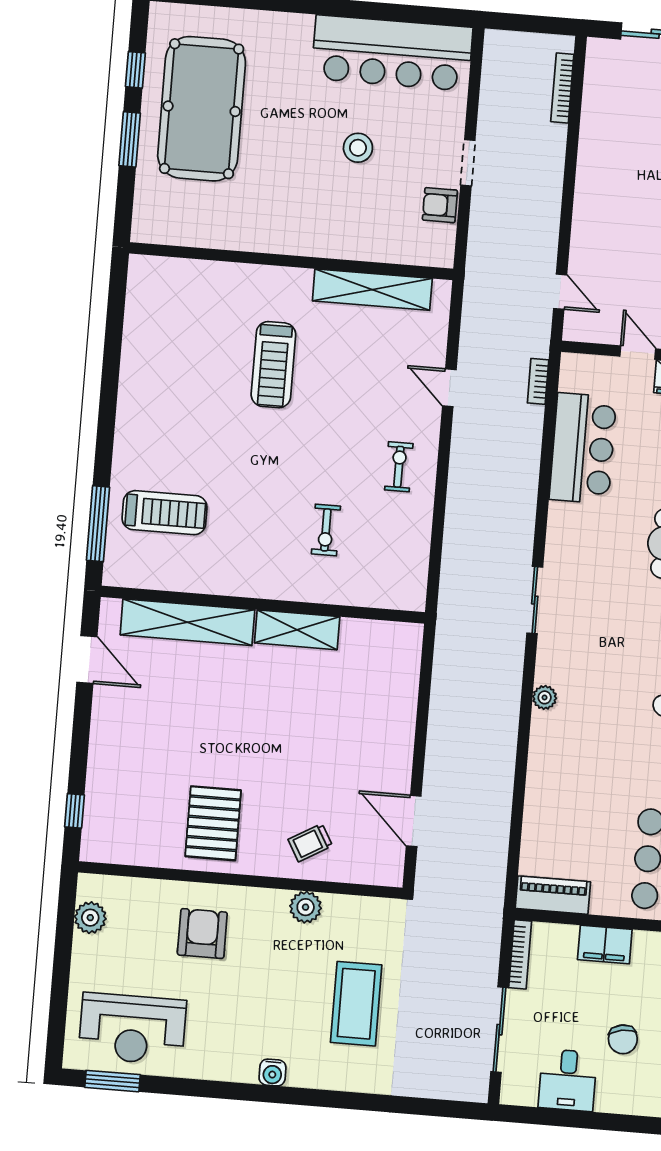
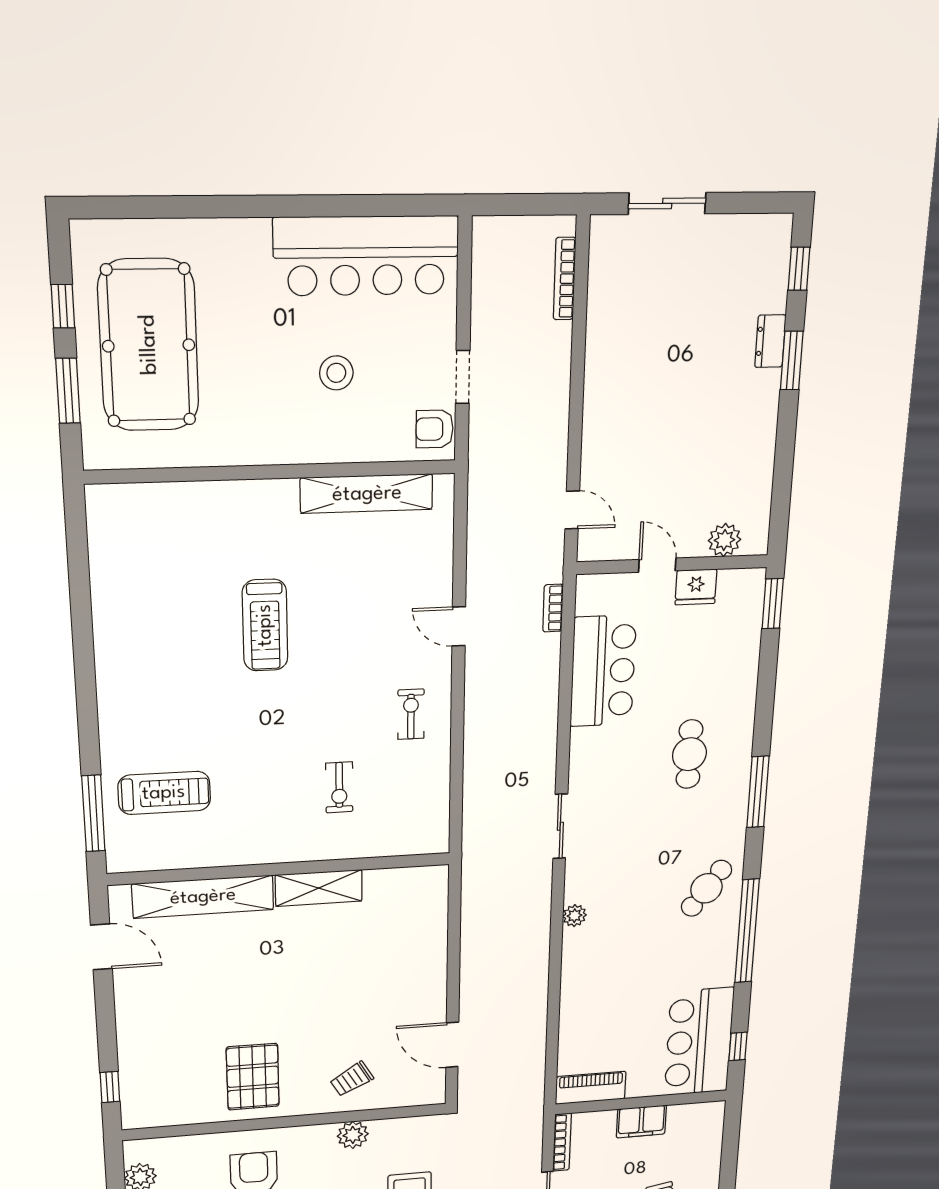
wall: (291, 261) -> (272, 472), moved
shelving: (372, 290) -> (367, 494), moved

